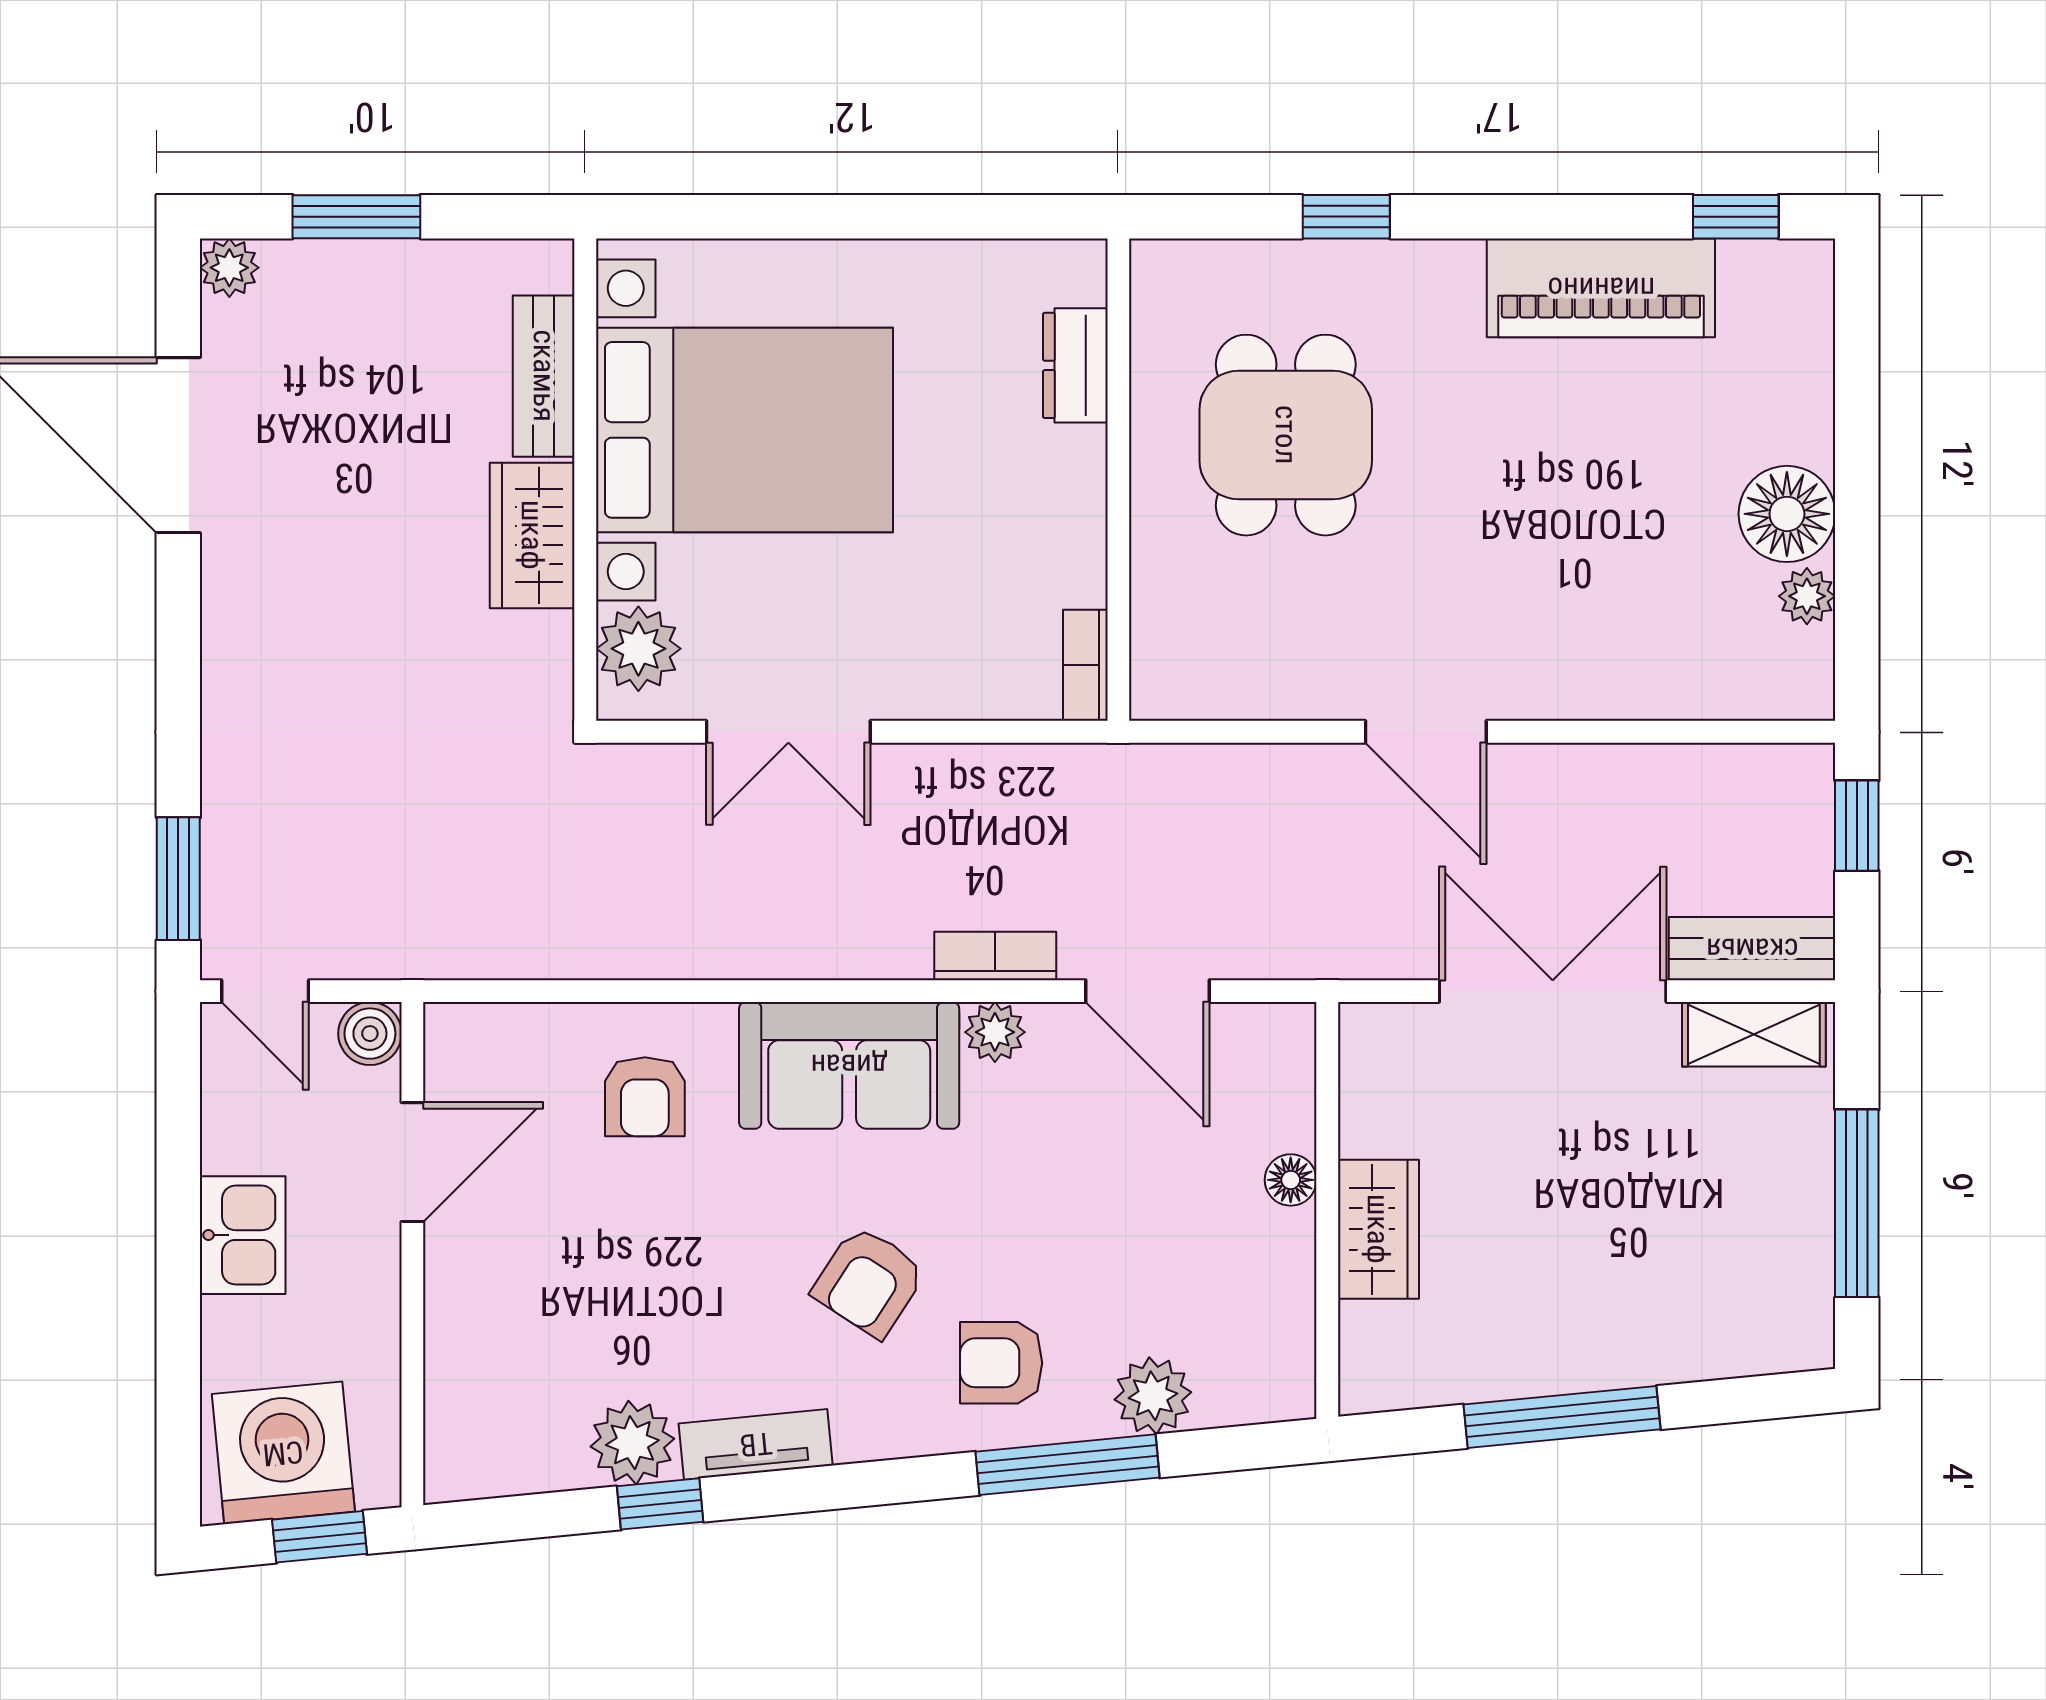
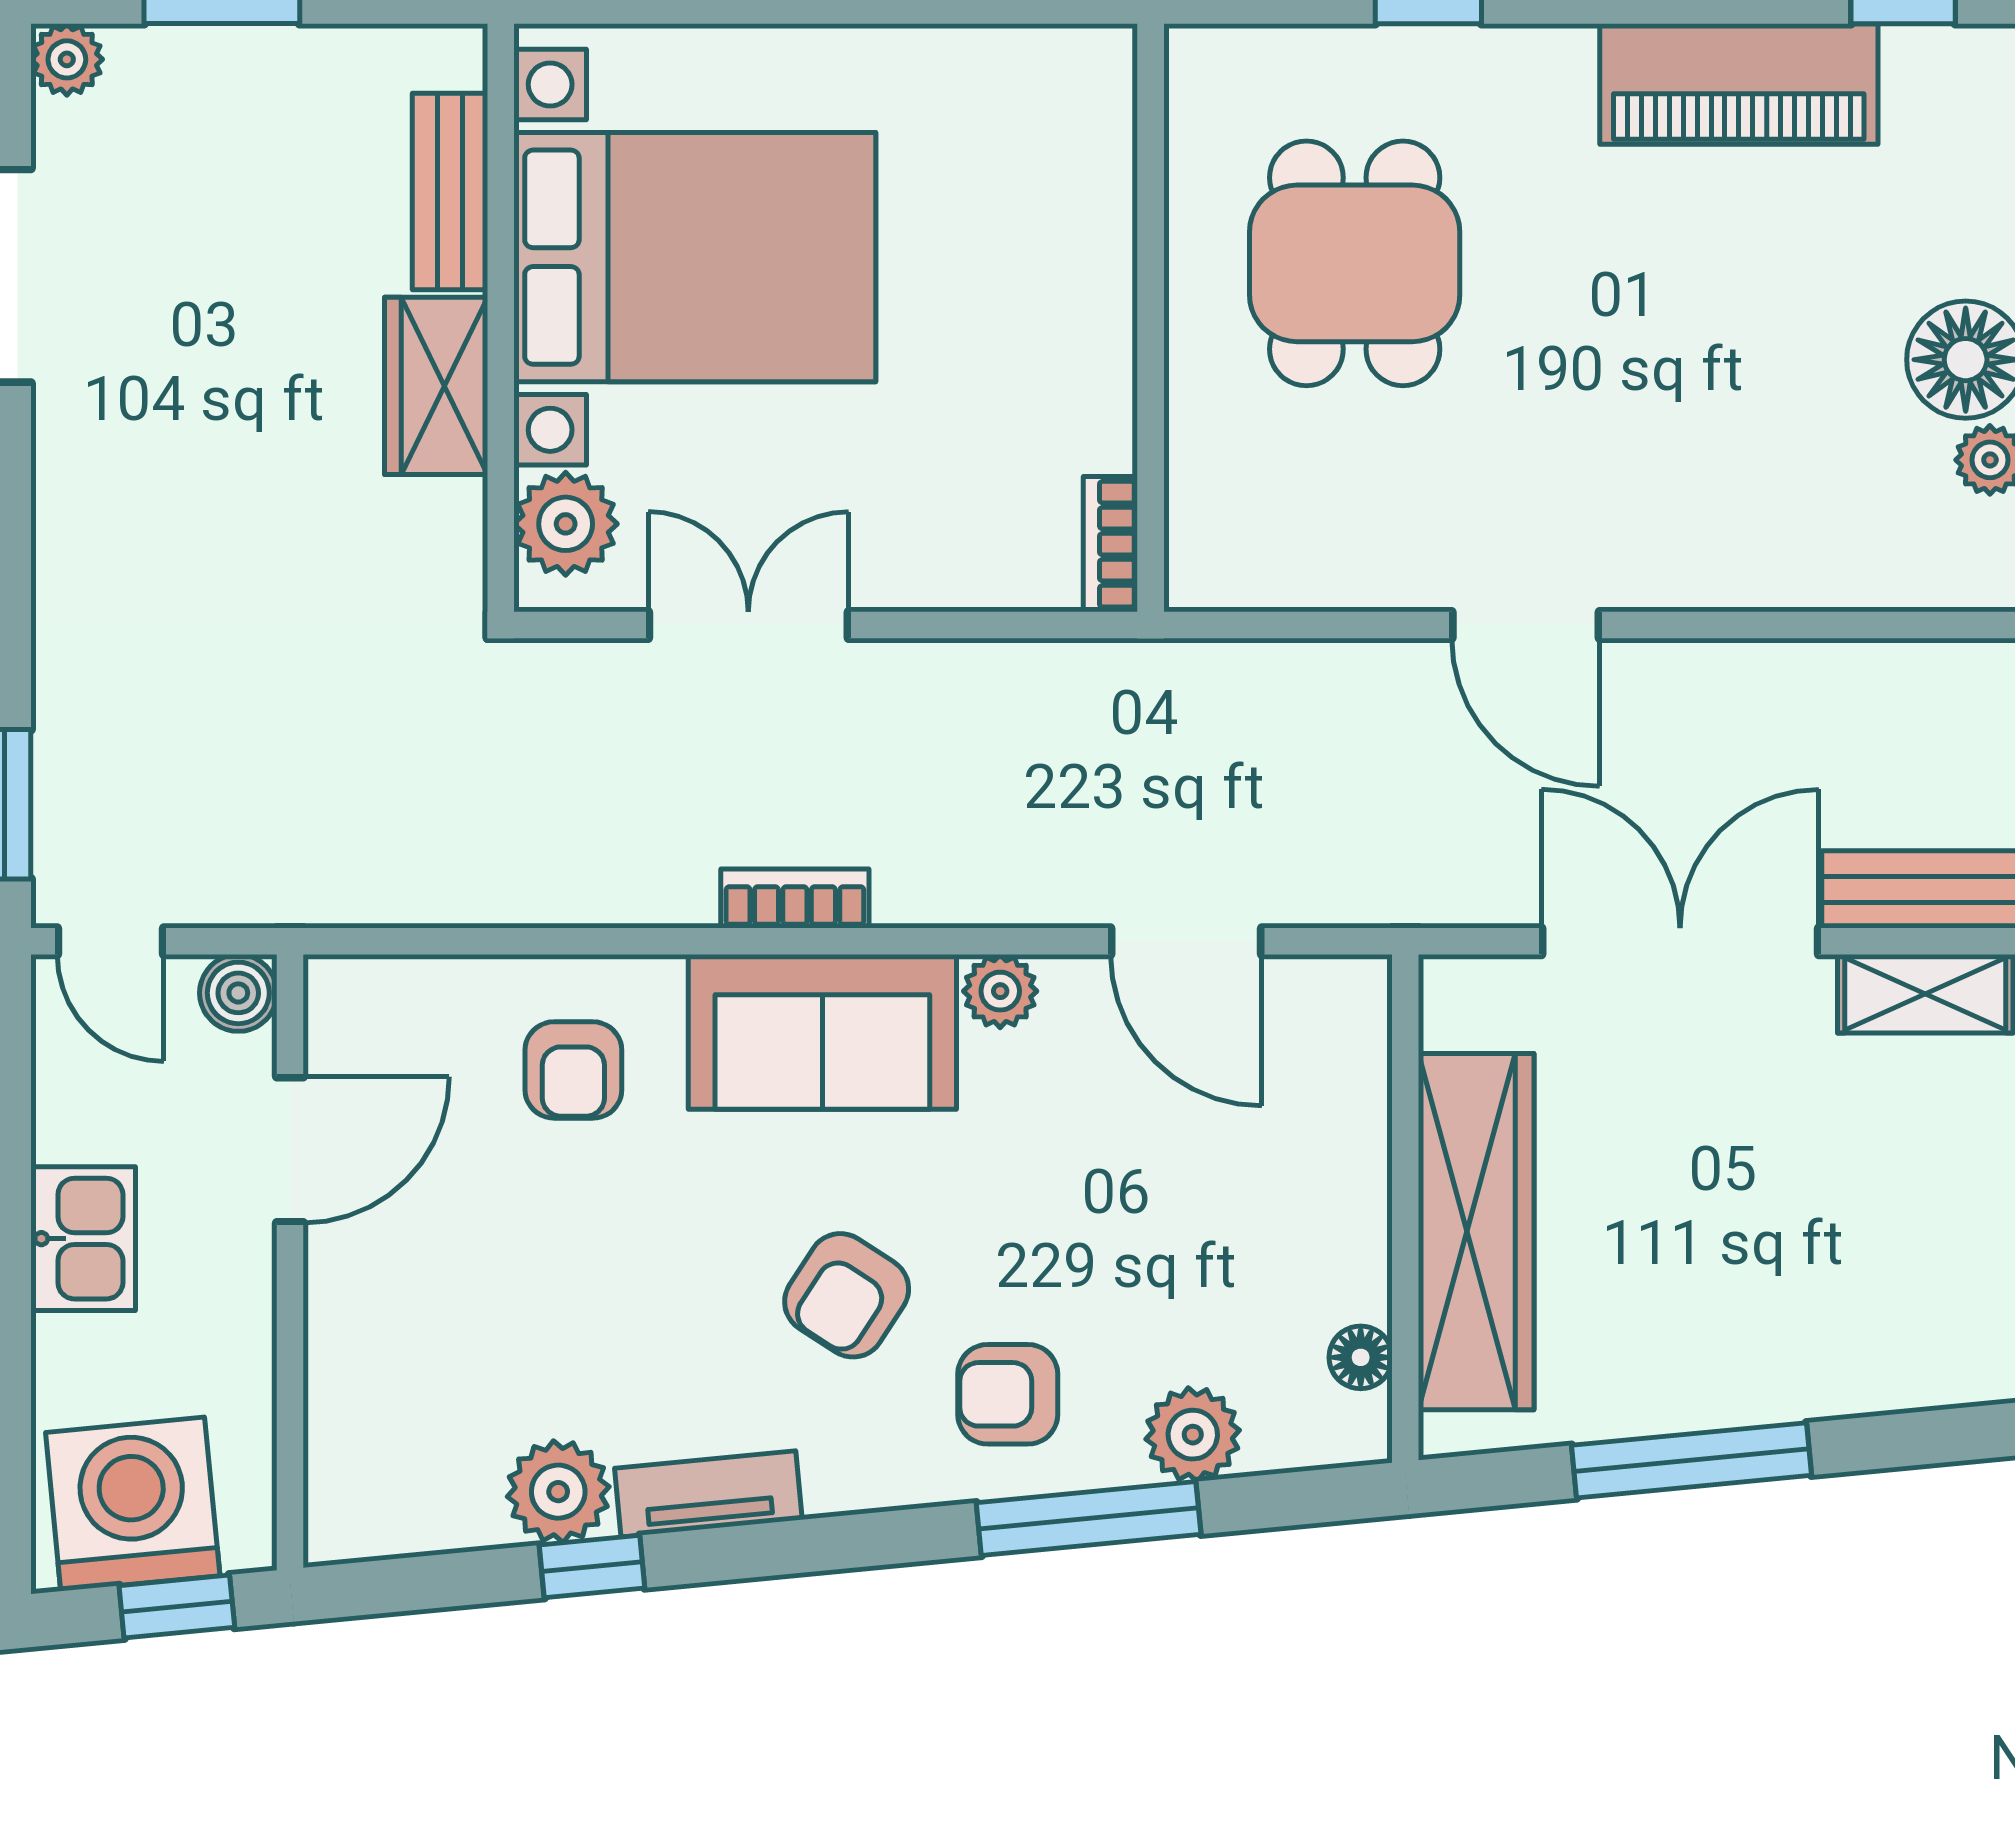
dresser: (1075, 365) -> (1098, 179), removed
double door: (788, 732) -> (748, 625), swing flipped
bookcase: (995, 956) -> (795, 898), moved
floor lamp: (1291, 1180) -> (1361, 1357), moved
wardrobe: (1378, 1229) -> (1476, 1232), width x2.10, depth x1.17

